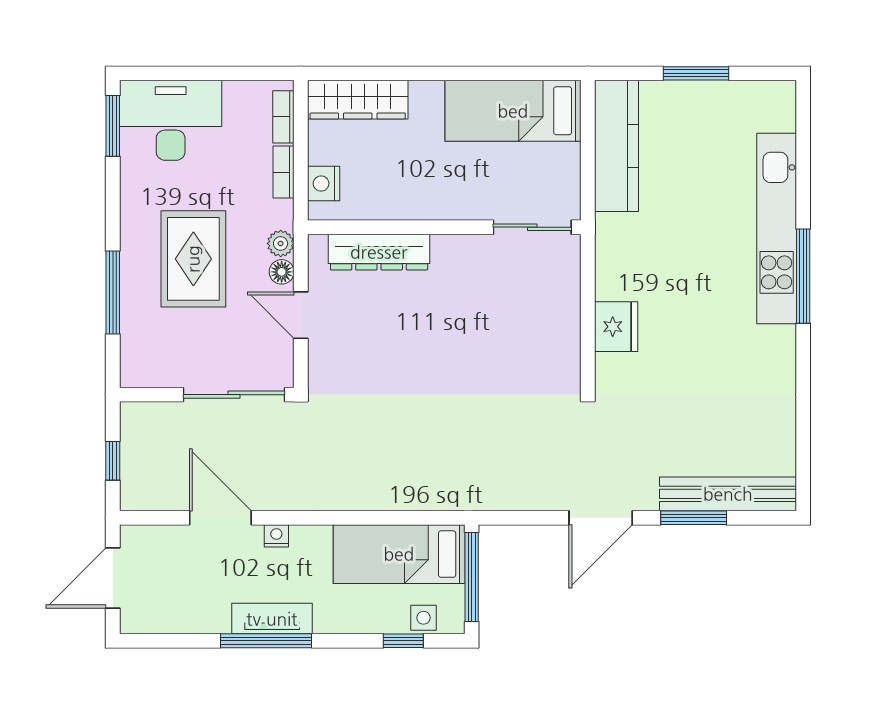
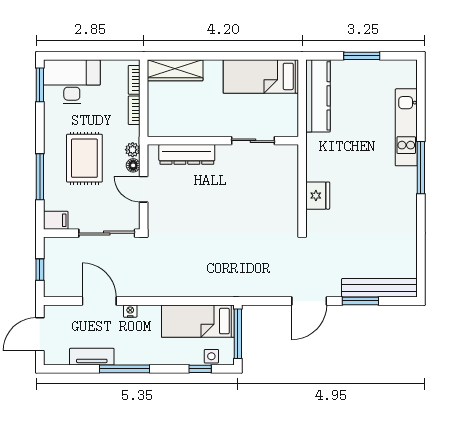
nightstand: (324, 184) -> (156, 117), removed
sliding door: (532, 227) -> (253, 141), moved
kitchen unit: (777, 228) -> (406, 127), width x0.73
filing cabinet: (141, 371) -> (56, 220), added
tv unit: (272, 619) -> (92, 357), moved

